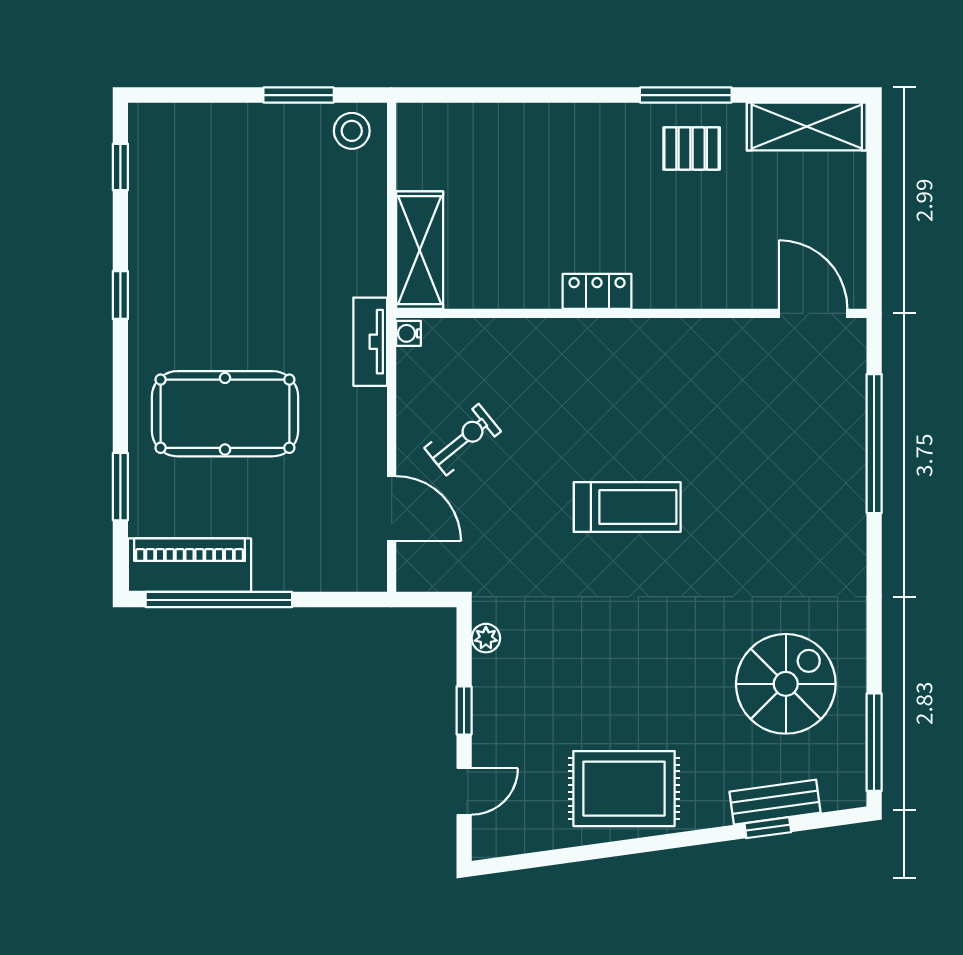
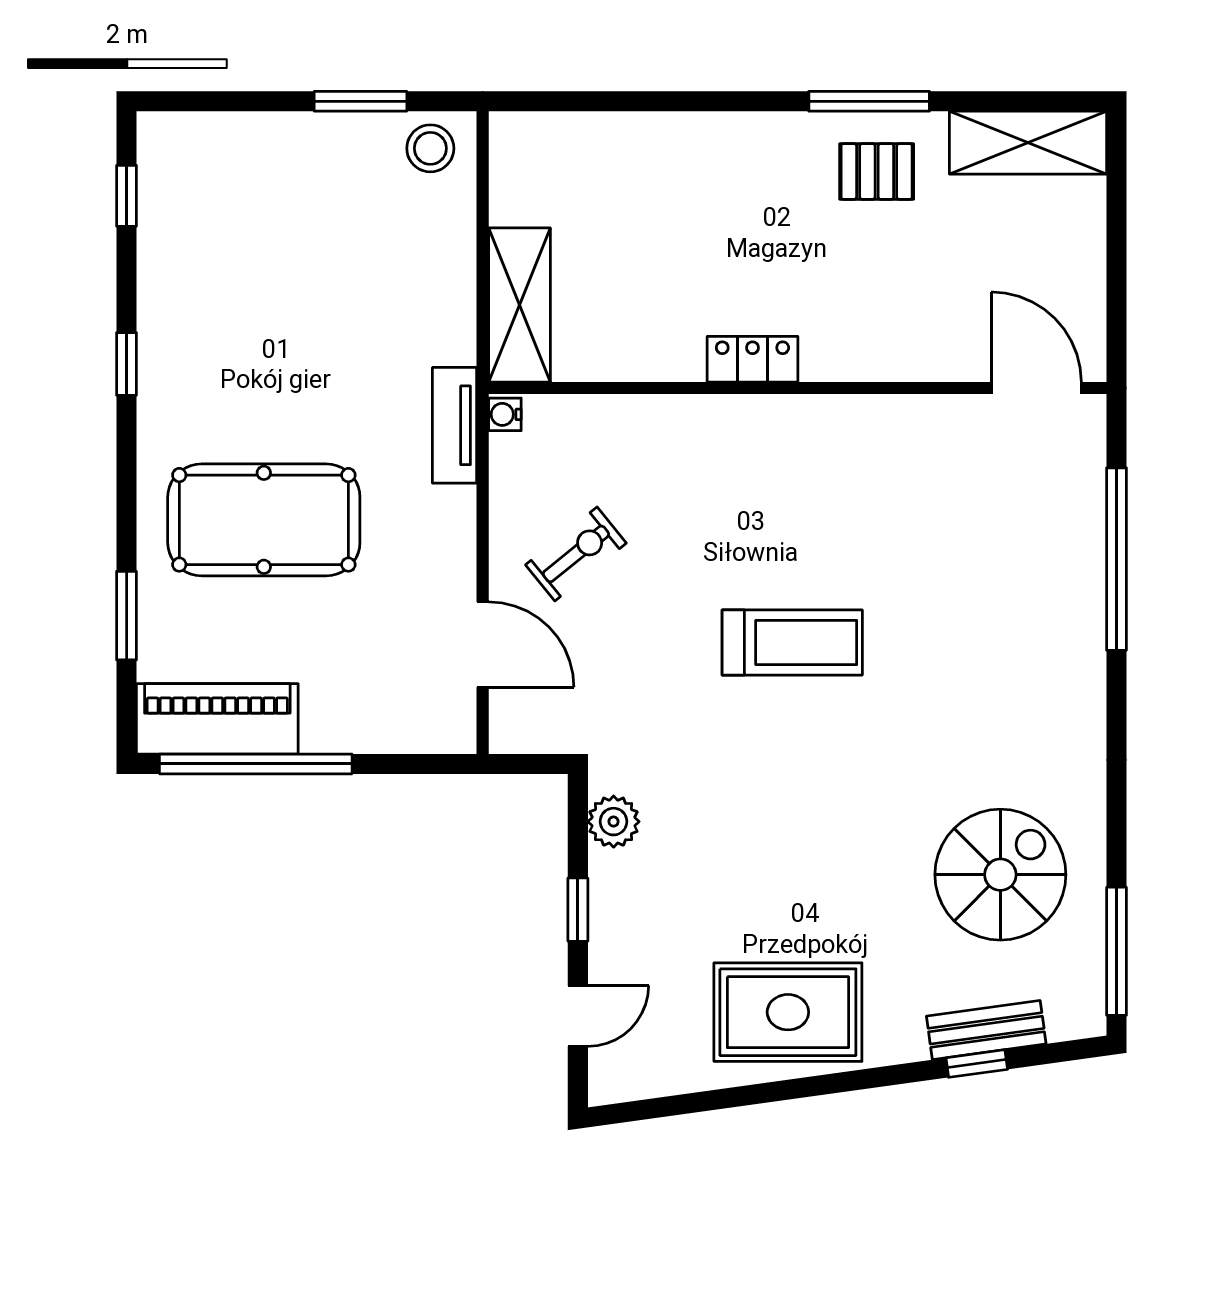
plant: (486, 638) -> (614, 822), width x1.38, depth x1.38

